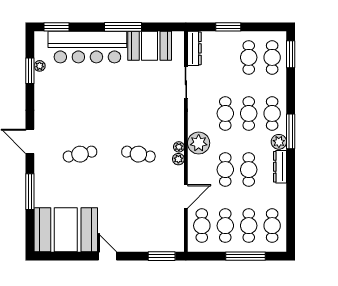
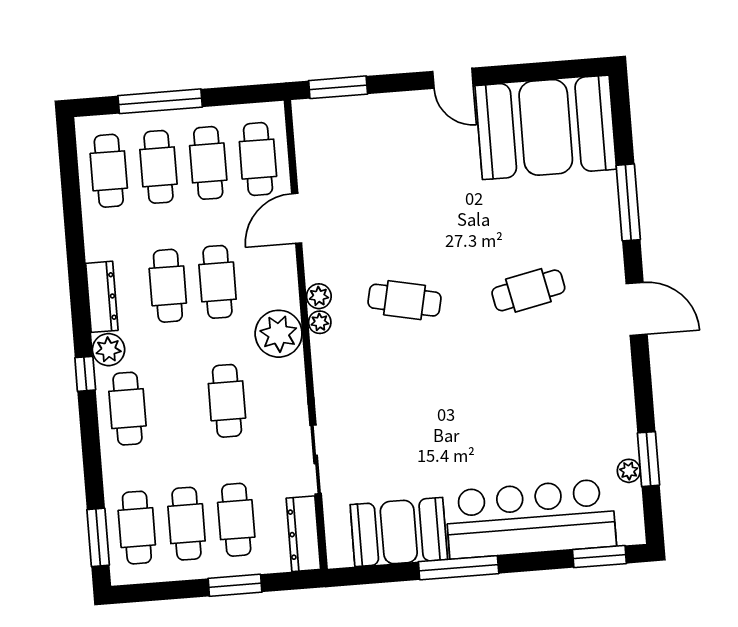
cafe table: (249, 113) -> (236, 520), moved
window: (291, 131) -> (85, 374), width x0.46

